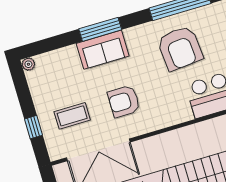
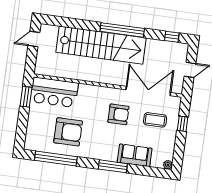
armchair: (180, 48) -> (68, 132), turned 95
sofa: (103, 50) -> (135, 155), moved

